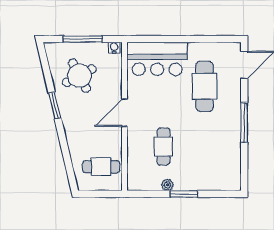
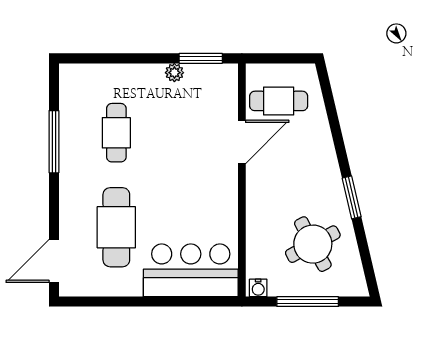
door: (125, 113) -> (242, 142), moved
window: (244, 122) -> (54, 142), moved
cafe table: (163, 147) -> (116, 133), moved
window: (184, 194) -> (201, 58), moved

